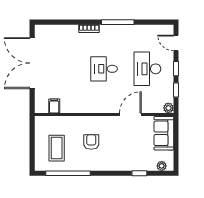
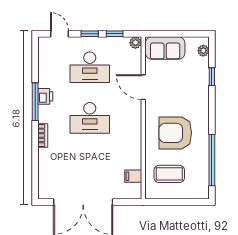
printer: (122, 31) -> (45, 96), added
door: (176, 43) -> (60, 34), swing flipped
desk: (104, 69) -> (90, 118), width x1.37
armchair: (91, 142) -> (175, 133), width x1.88, depth x1.88
coffee table: (57, 148) -> (169, 174), moved

